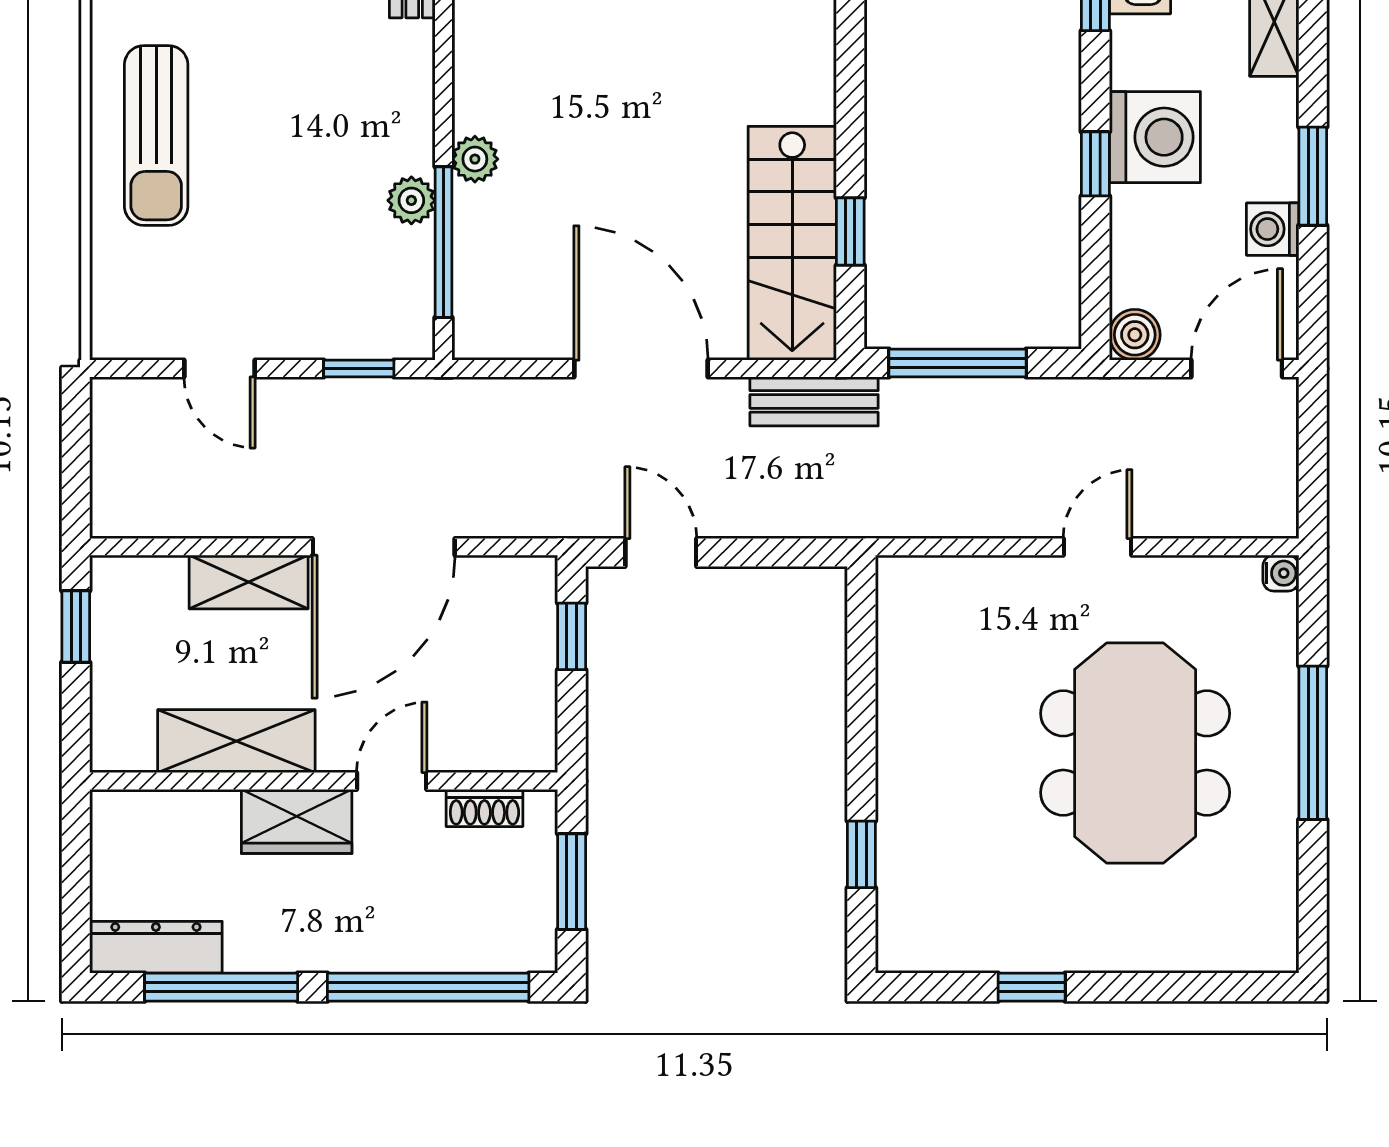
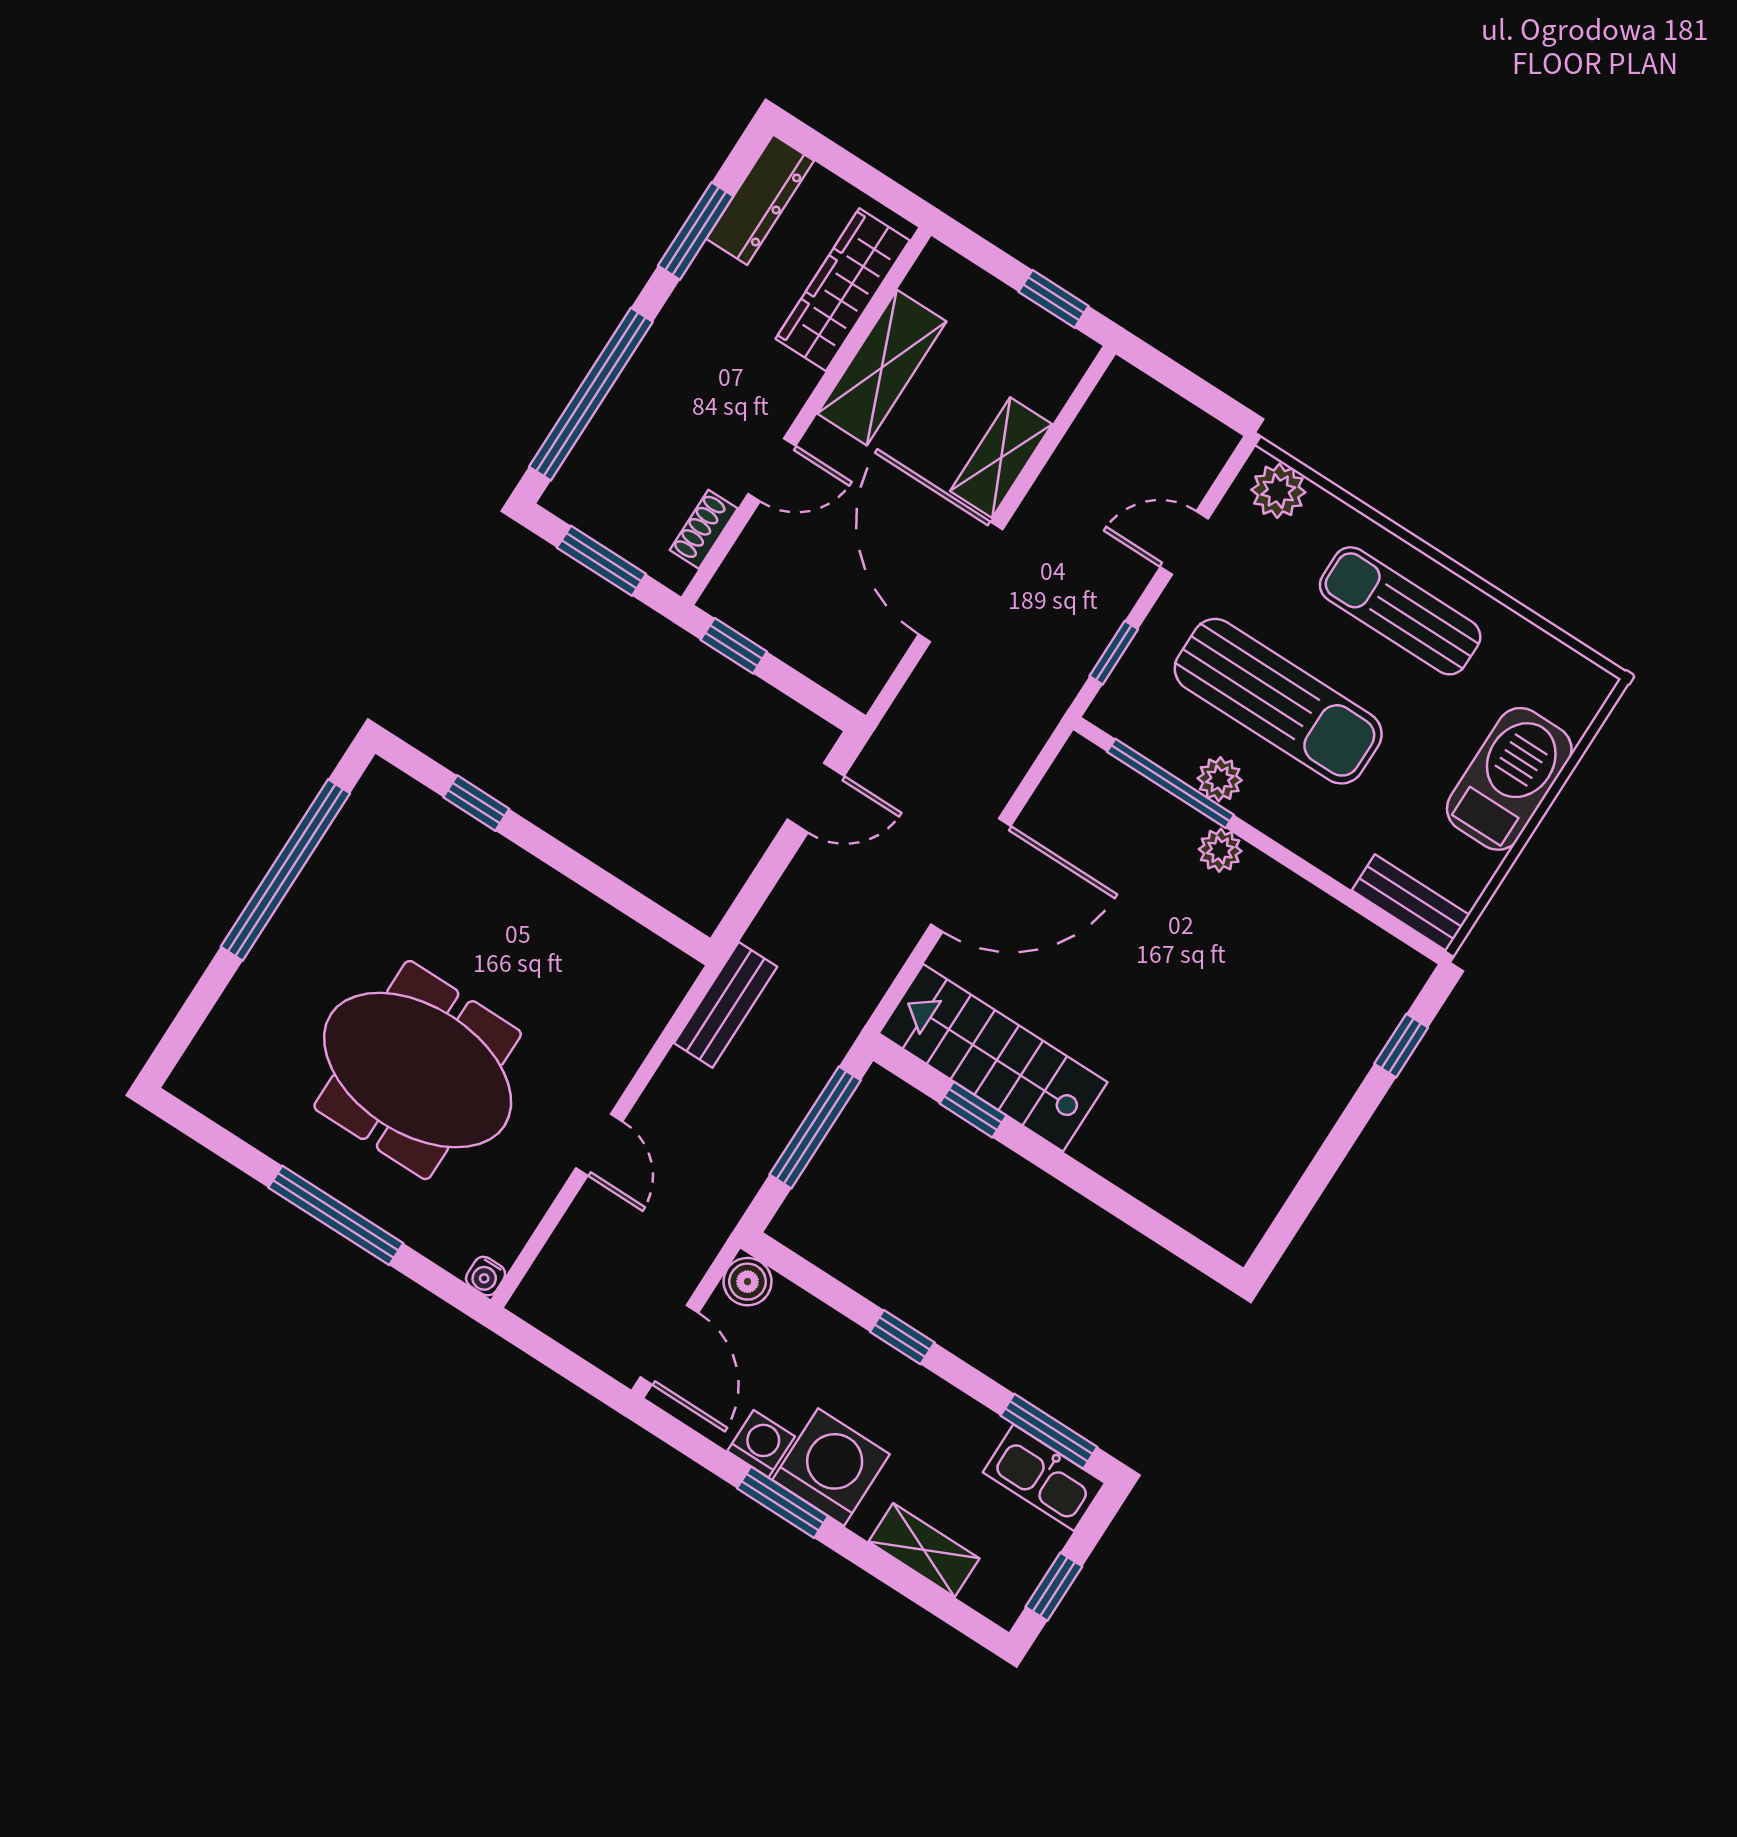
washing machine: (1155, 137) -> (831, 1467), moved, turned 180
sun lounger: (308, 193) -> (1278, 701), added
plant: (119, 314) -> (1278, 491), added
bench: (814, 401) -> (726, 1005), moved
window: (572, 636) -> (734, 646), moved
door: (392, 781) -> (772, 470), hinge flipped
wardrobe: (297, 821) -> (843, 290), moved, width x1.50
window: (221, 987) -> (696, 231), width x0.69
window: (1032, 987) -> (285, 870), width x3.17

